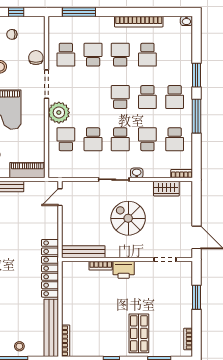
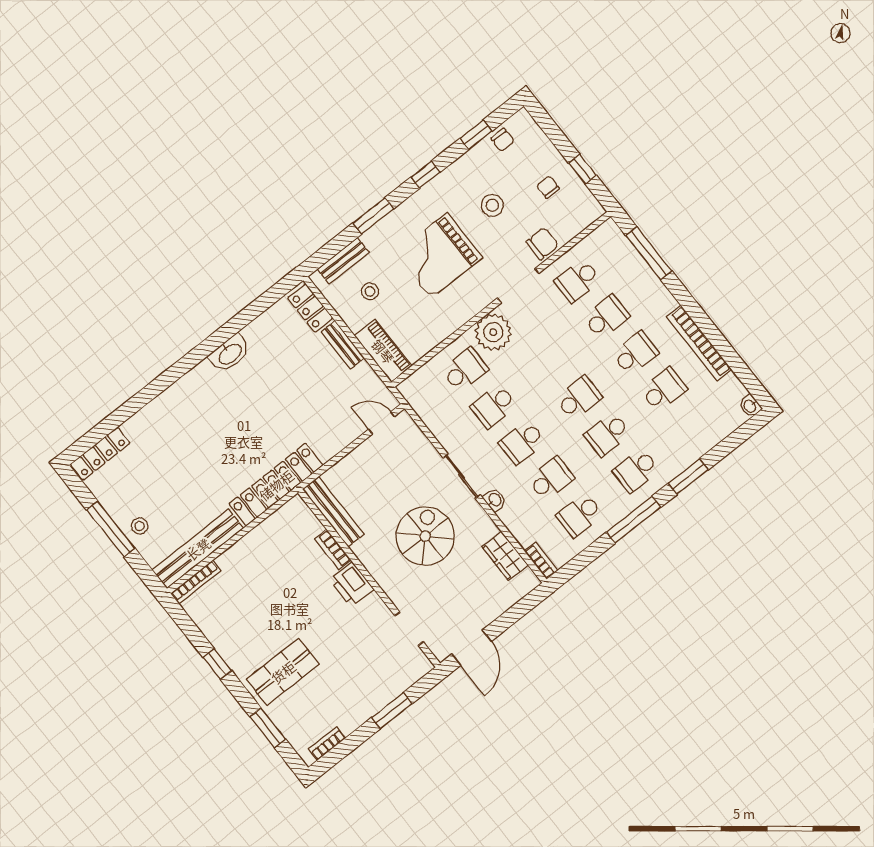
school desk: (147, 55) -> (664, 390), turned 180

